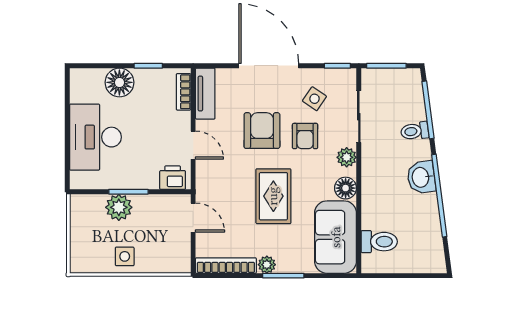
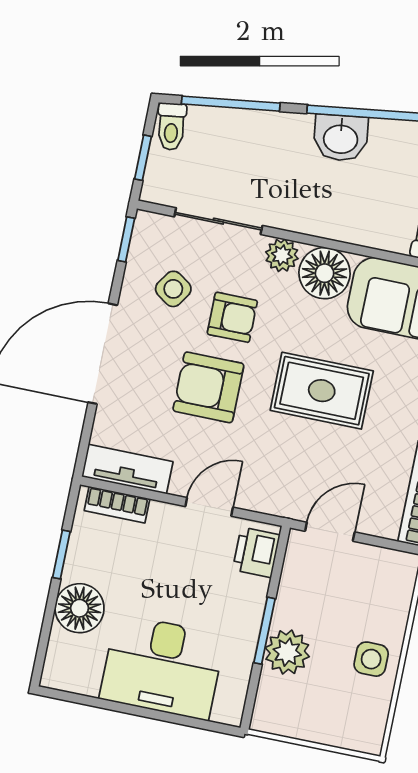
window: (386, 66) -> (143, 158), width x0.67
toilet: (415, 131) -> (171, 127), moved
floor lamp: (346, 188) -> (325, 273), width x1.38, depth x1.38

